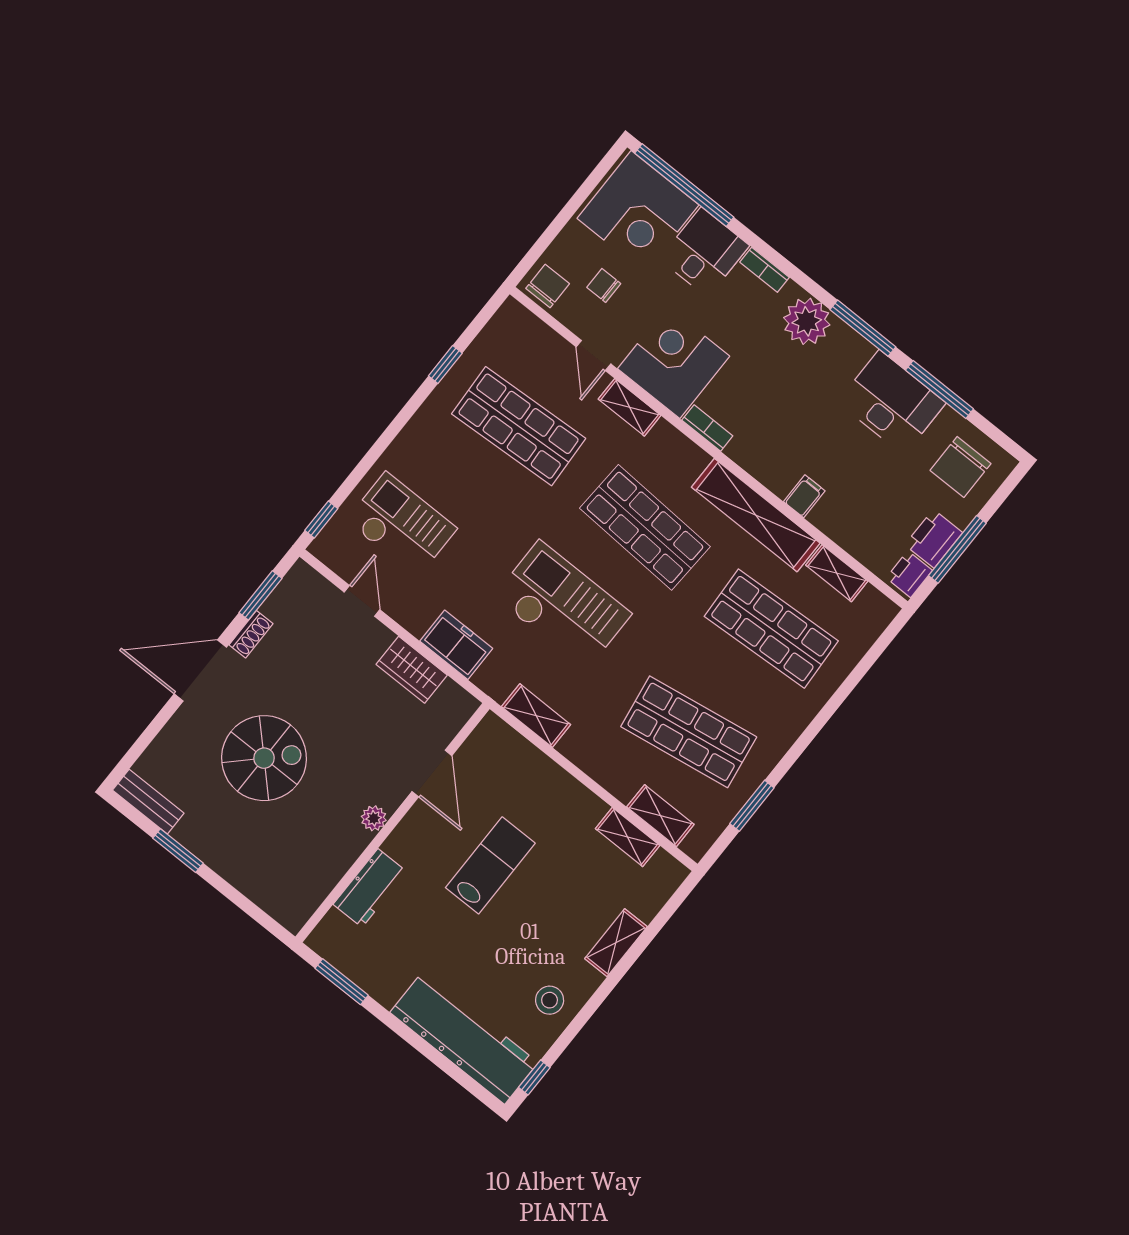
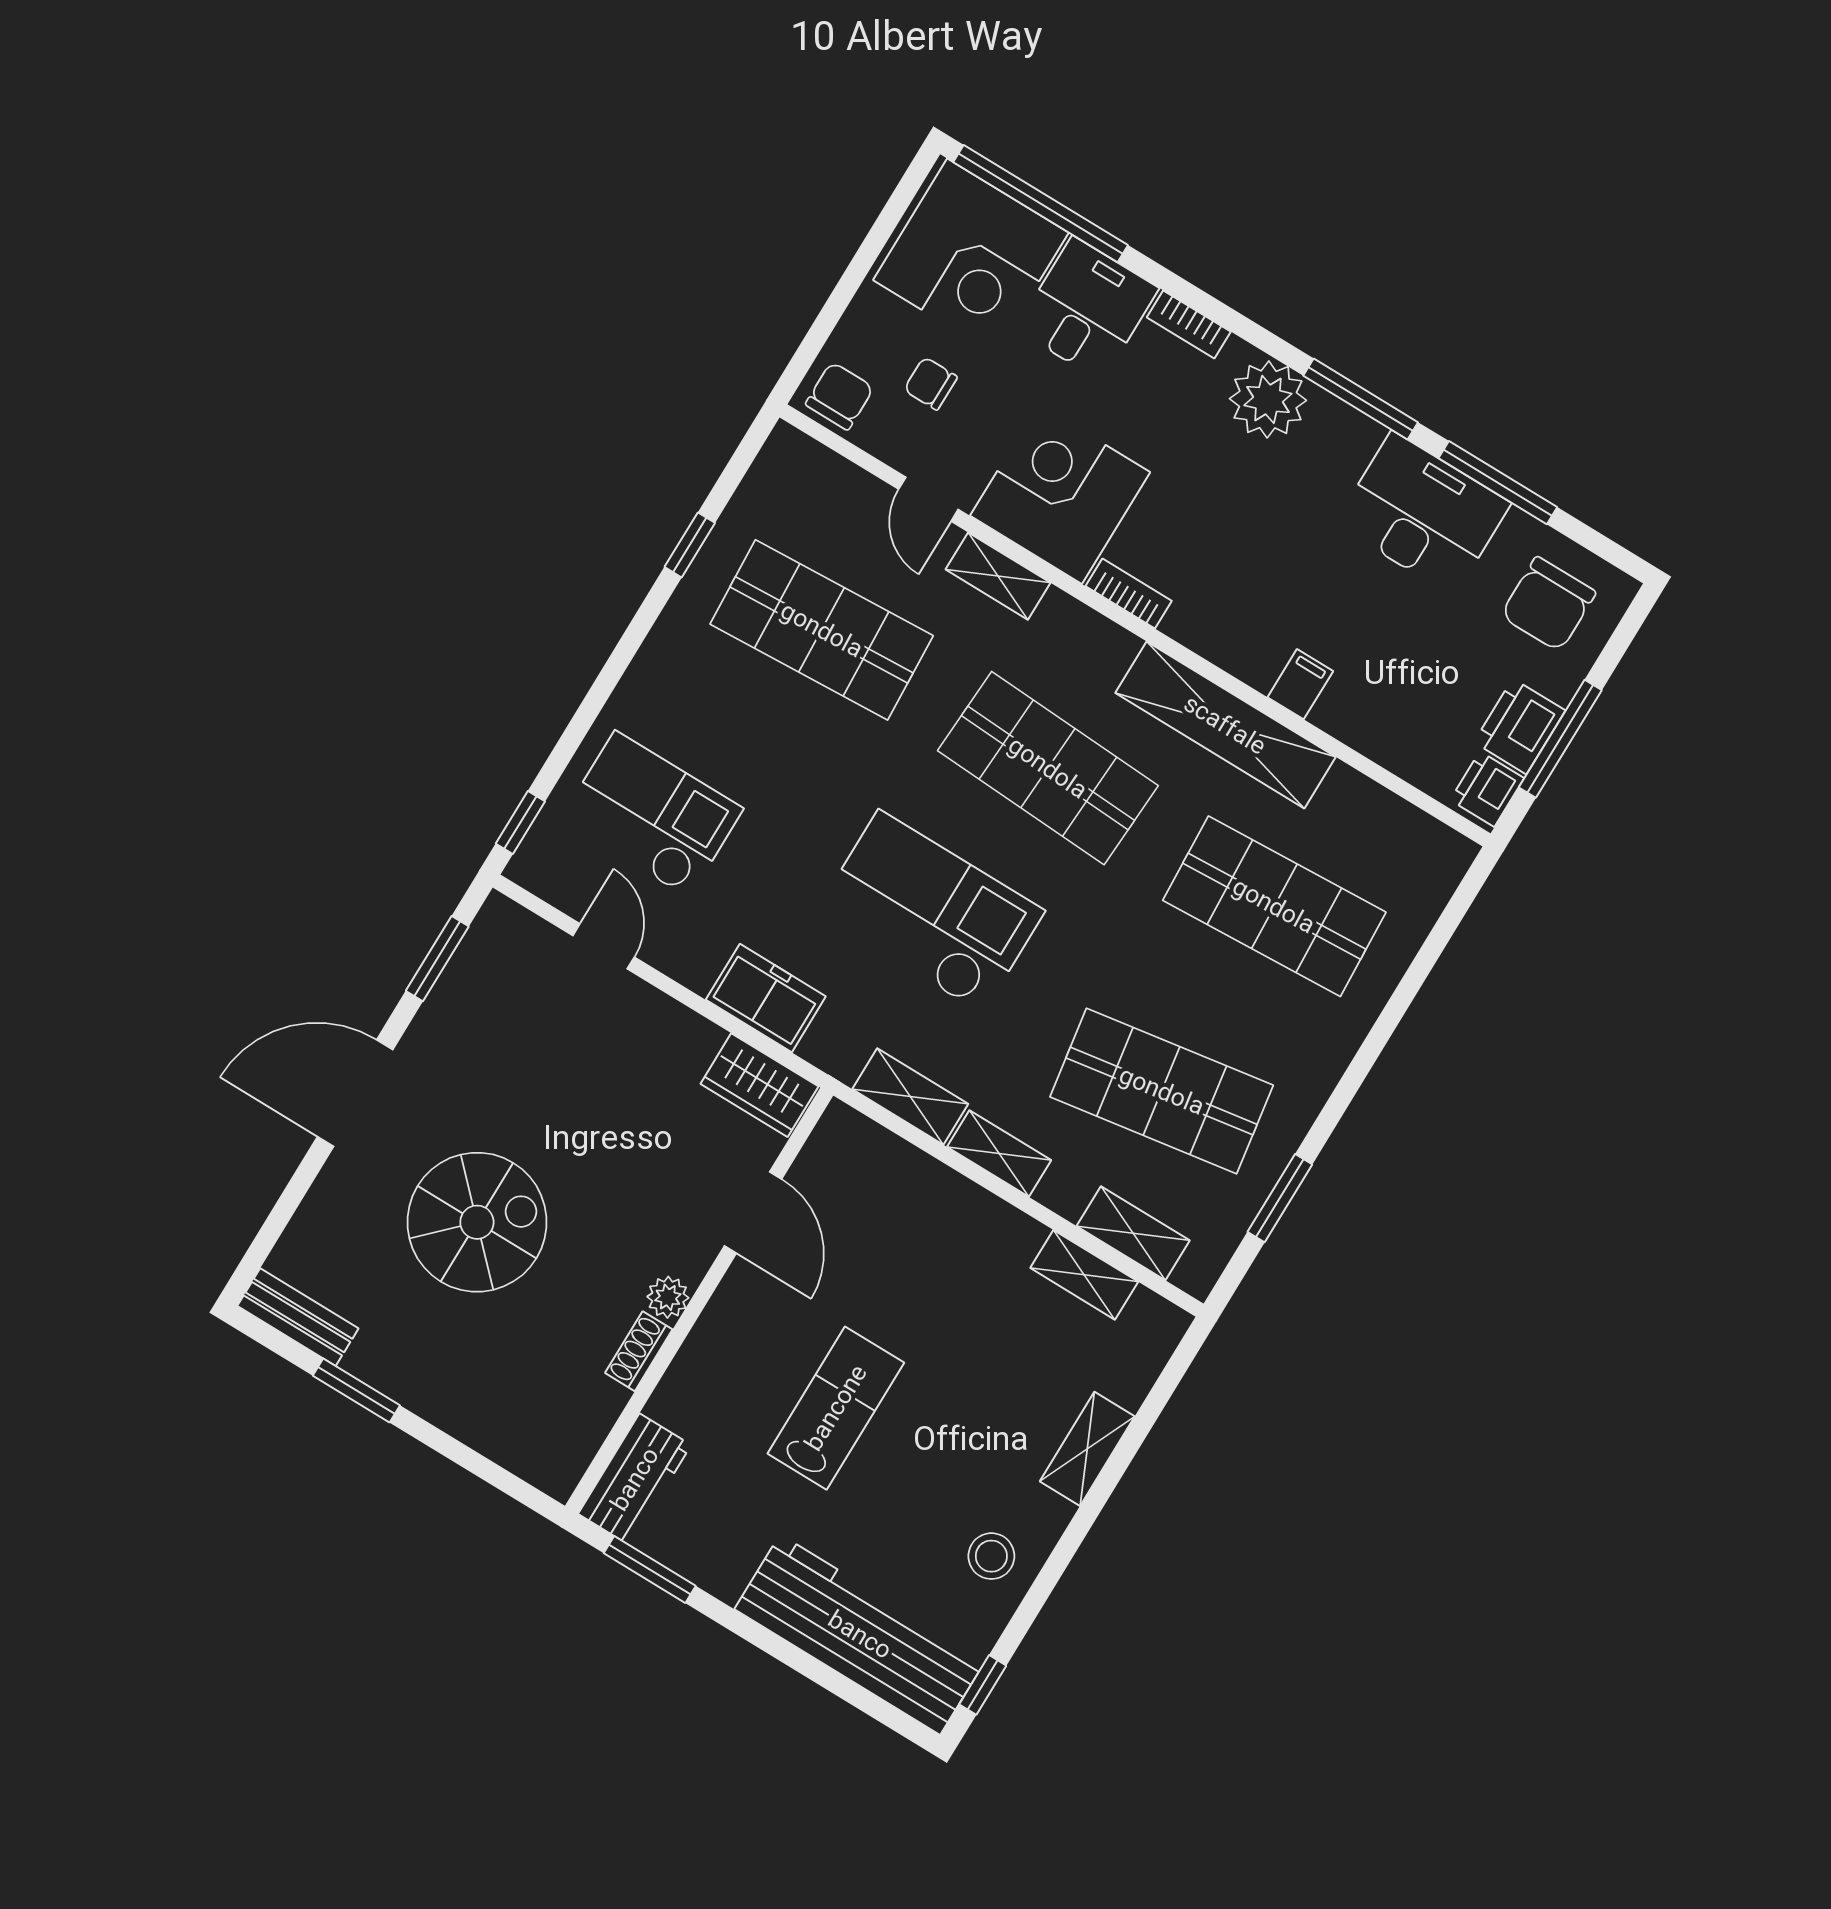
shelving: (837, 573) -> (999, 1154), moved
shoe rack: (251, 634) -> (639, 1351), moved, turned 180
wardrobe: (412, 670) -> (759, 1085), moved
lab bench: (490, 865) -> (836, 1408), moved
workbench: (370, 888) -> (635, 1479), moved

